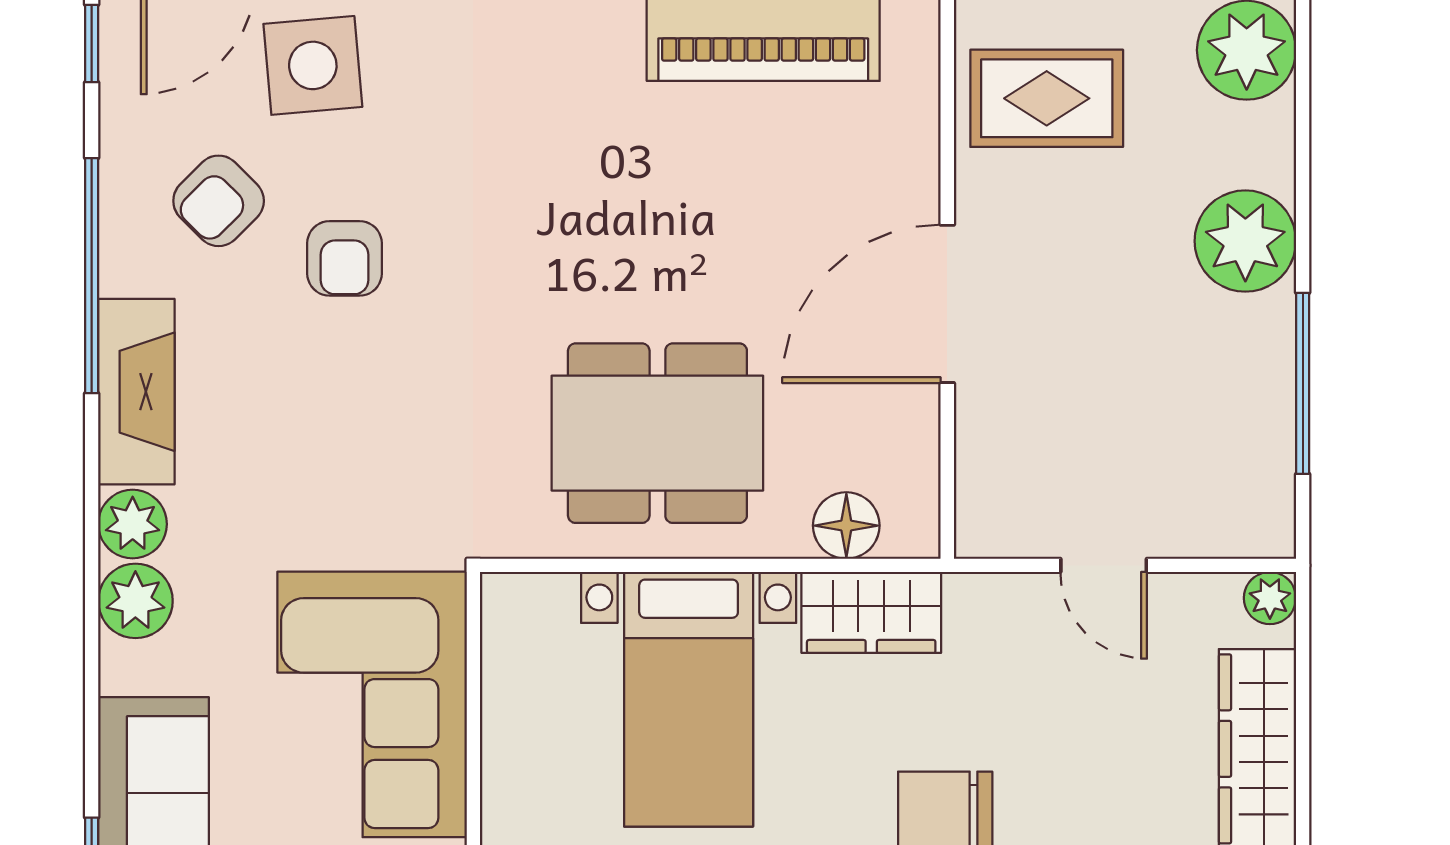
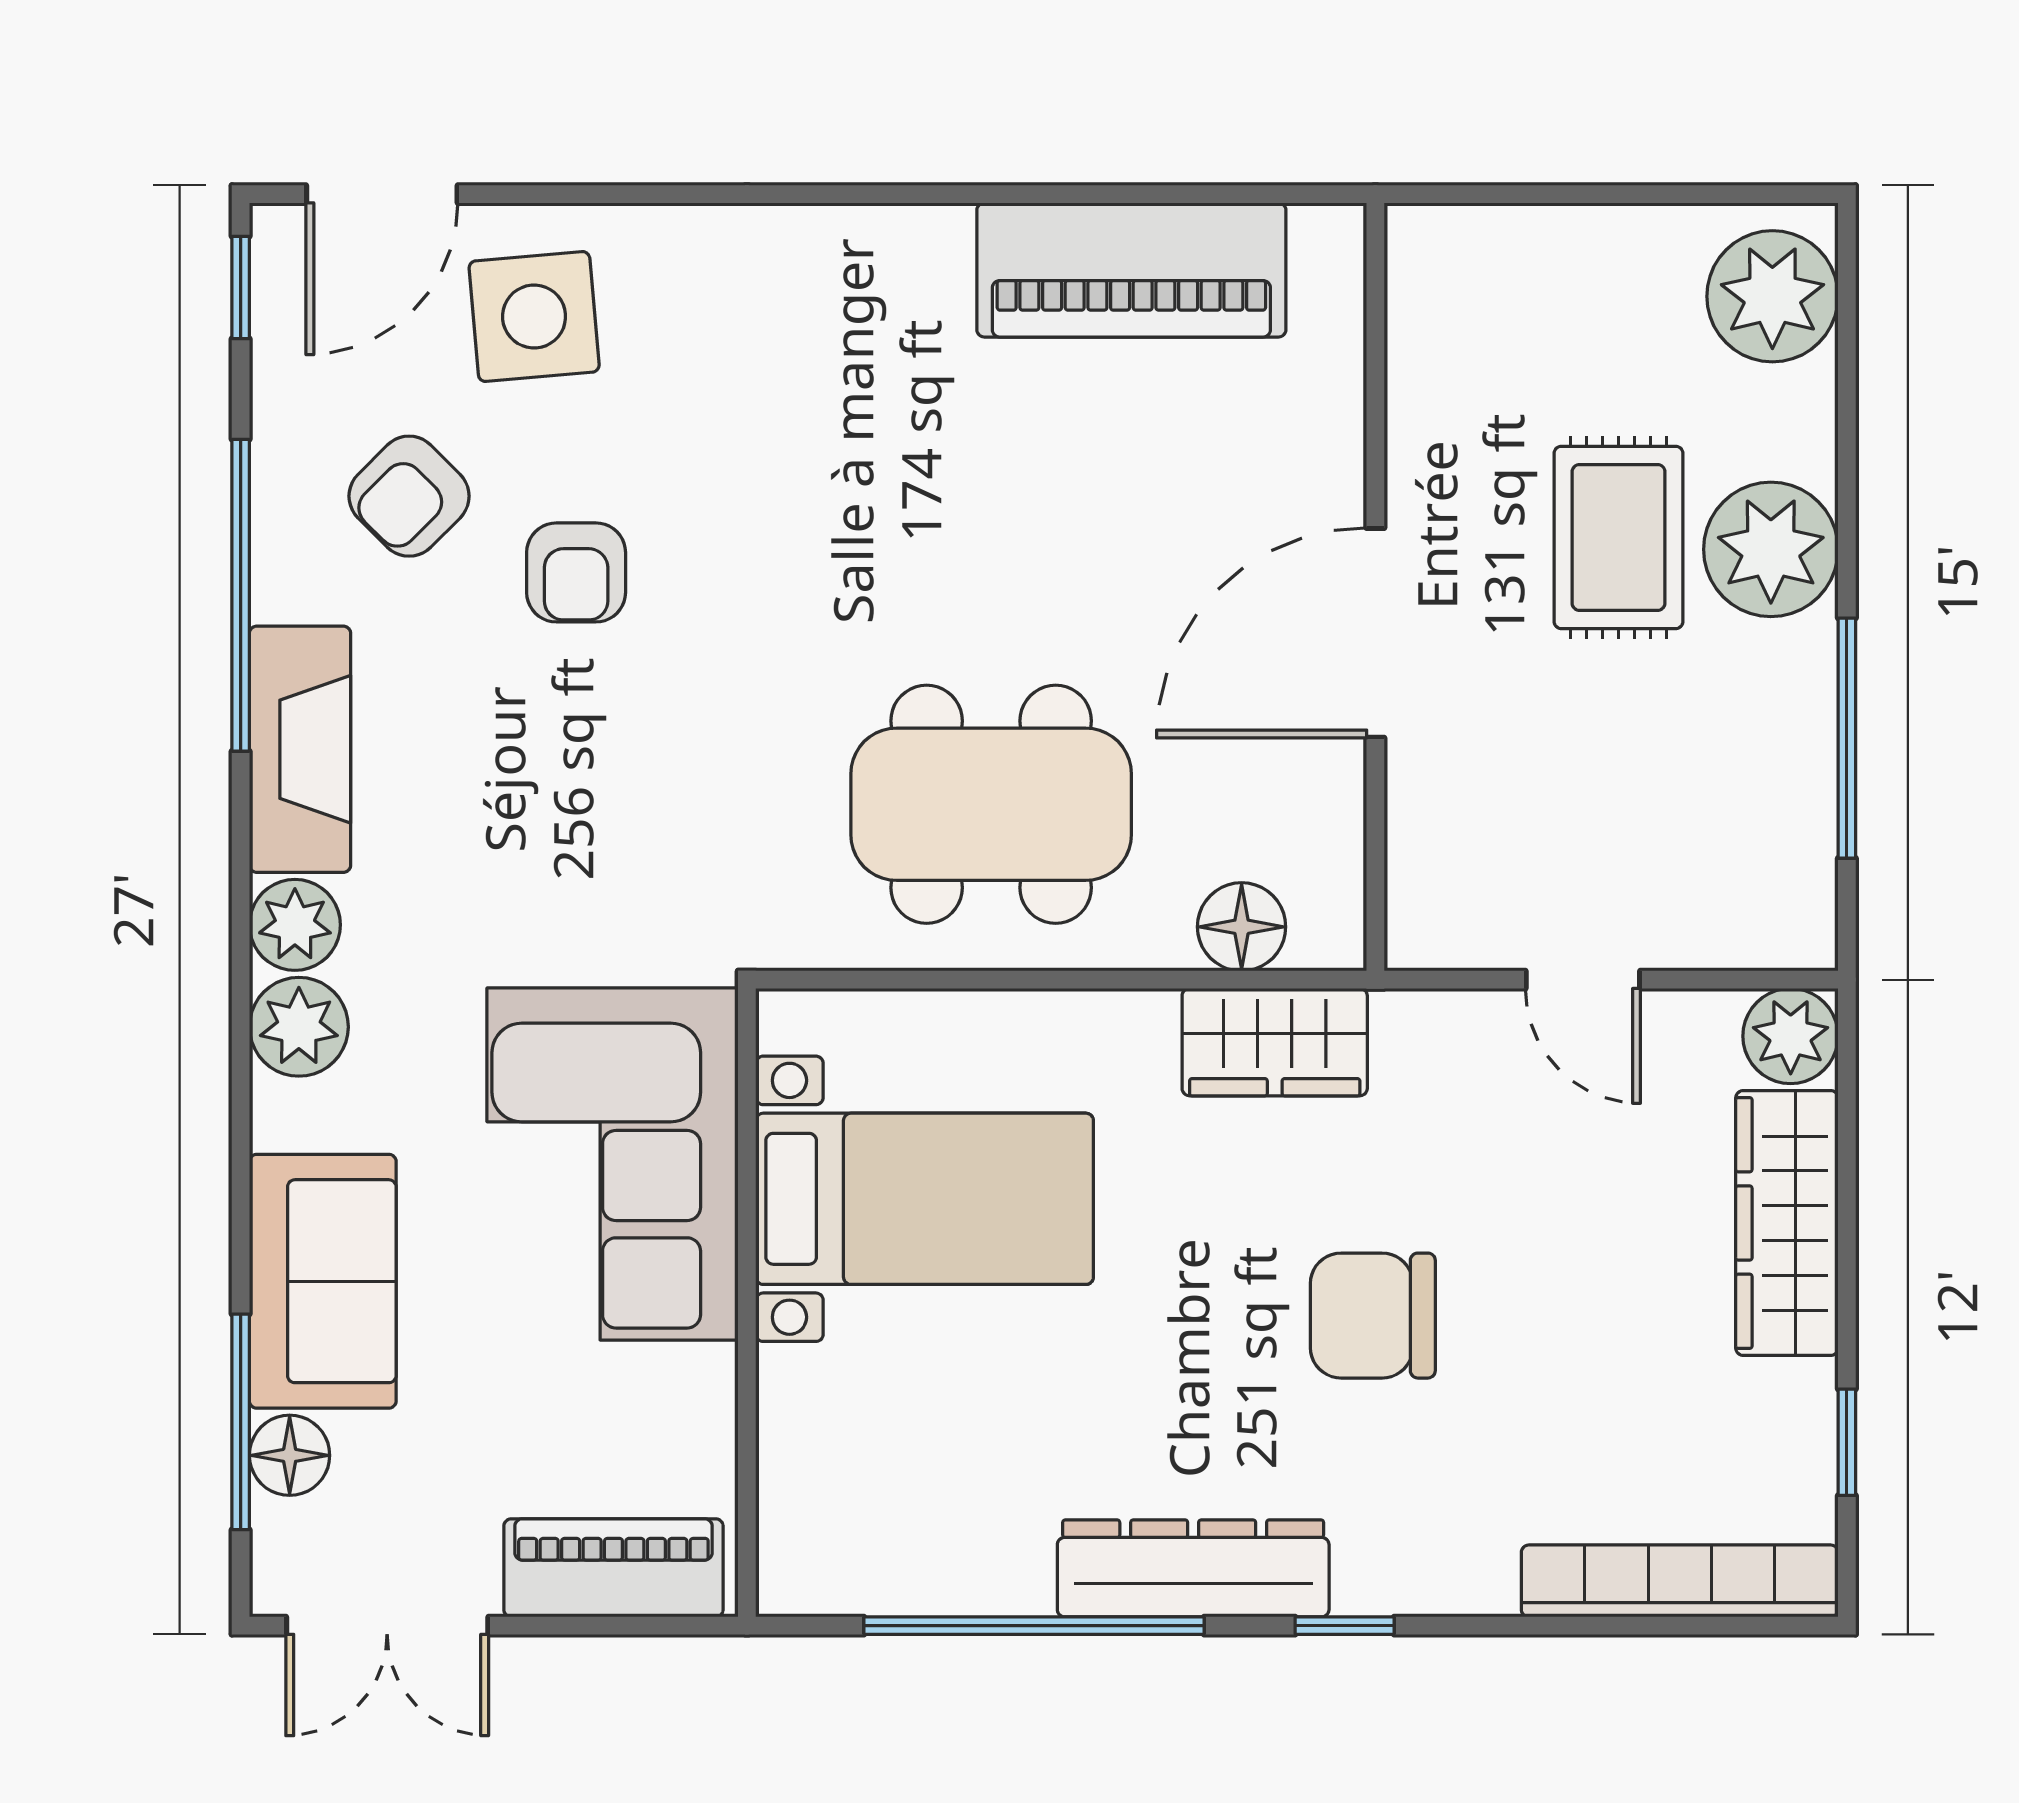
rug: (1047, 98) -> (1619, 537), moved, turned 90
plant: (1270, 598) -> (1791, 1036), width x1.38, depth x1.38
bed with nightstands: (689, 699) -> (925, 1199), moved, turned -90

